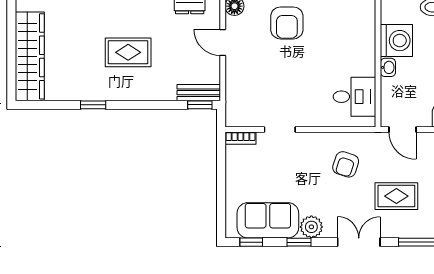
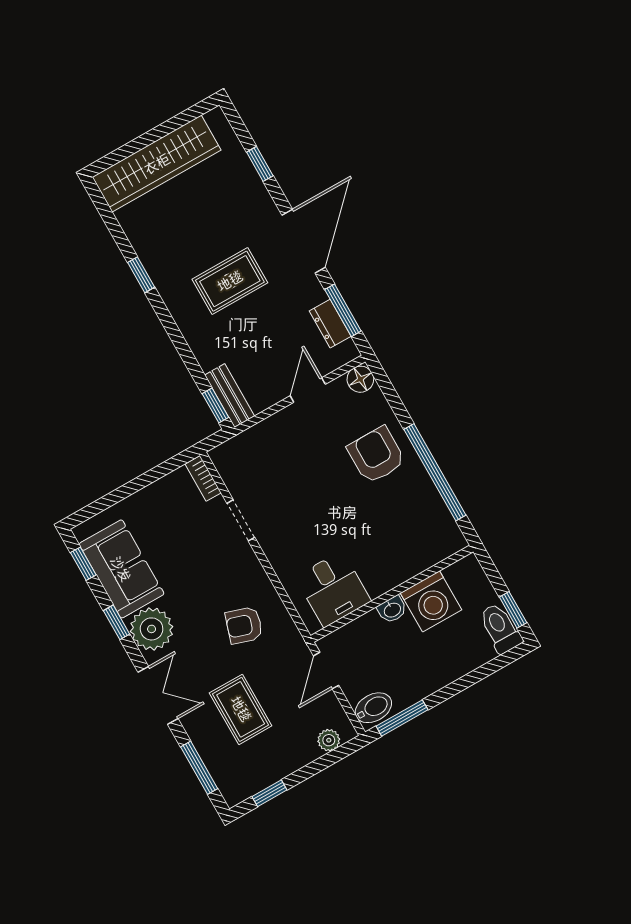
armchair: (287, 23) -> (376, 455), turned 90
rug: (128, 52) -> (230, 281), turned 90
plant: (311, 227) -> (152, 629), width x1.36, depth x1.36

